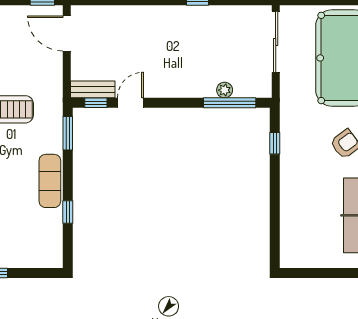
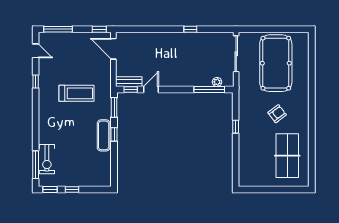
plant: (225, 90) -> (217, 82), moved
window: (275, 143) -> (236, 127), moved
window: (68, 212) -> (114, 134), moved

